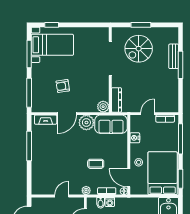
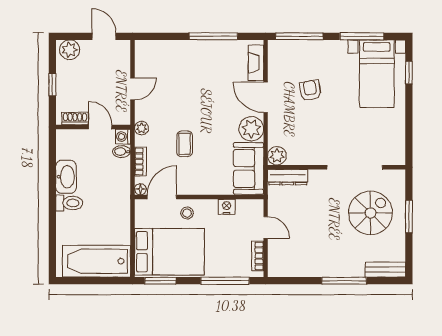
spiral stairs: (139, 49) -> (370, 213), turned 90
bench: (174, 56) -> (385, 270), moved
door: (62, 196) -> (133, 89), hinge flipped
washing machine: (110, 202) -> (123, 137), moved

